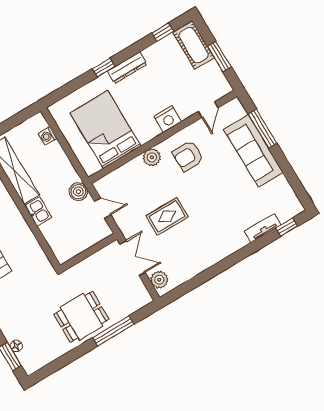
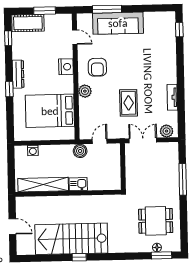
tv unit: (263, 228) -> (172, 97), moved
dining table: (81, 317) -> (156, 221), moved, turned 90

